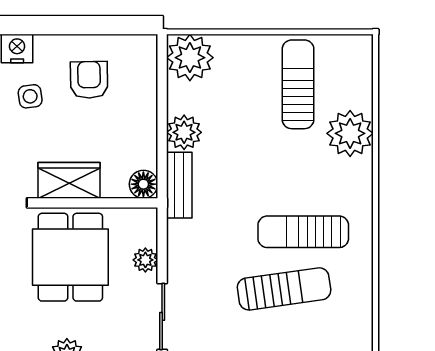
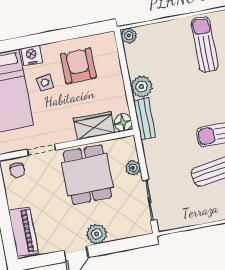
plant: (190, 58) -> (129, 36), width x0.53, depth x0.53
armchair: (89, 80) -> (78, 66), width x1.38, depth x1.38
wardrobe: (69, 180) -> (94, 126), moved

